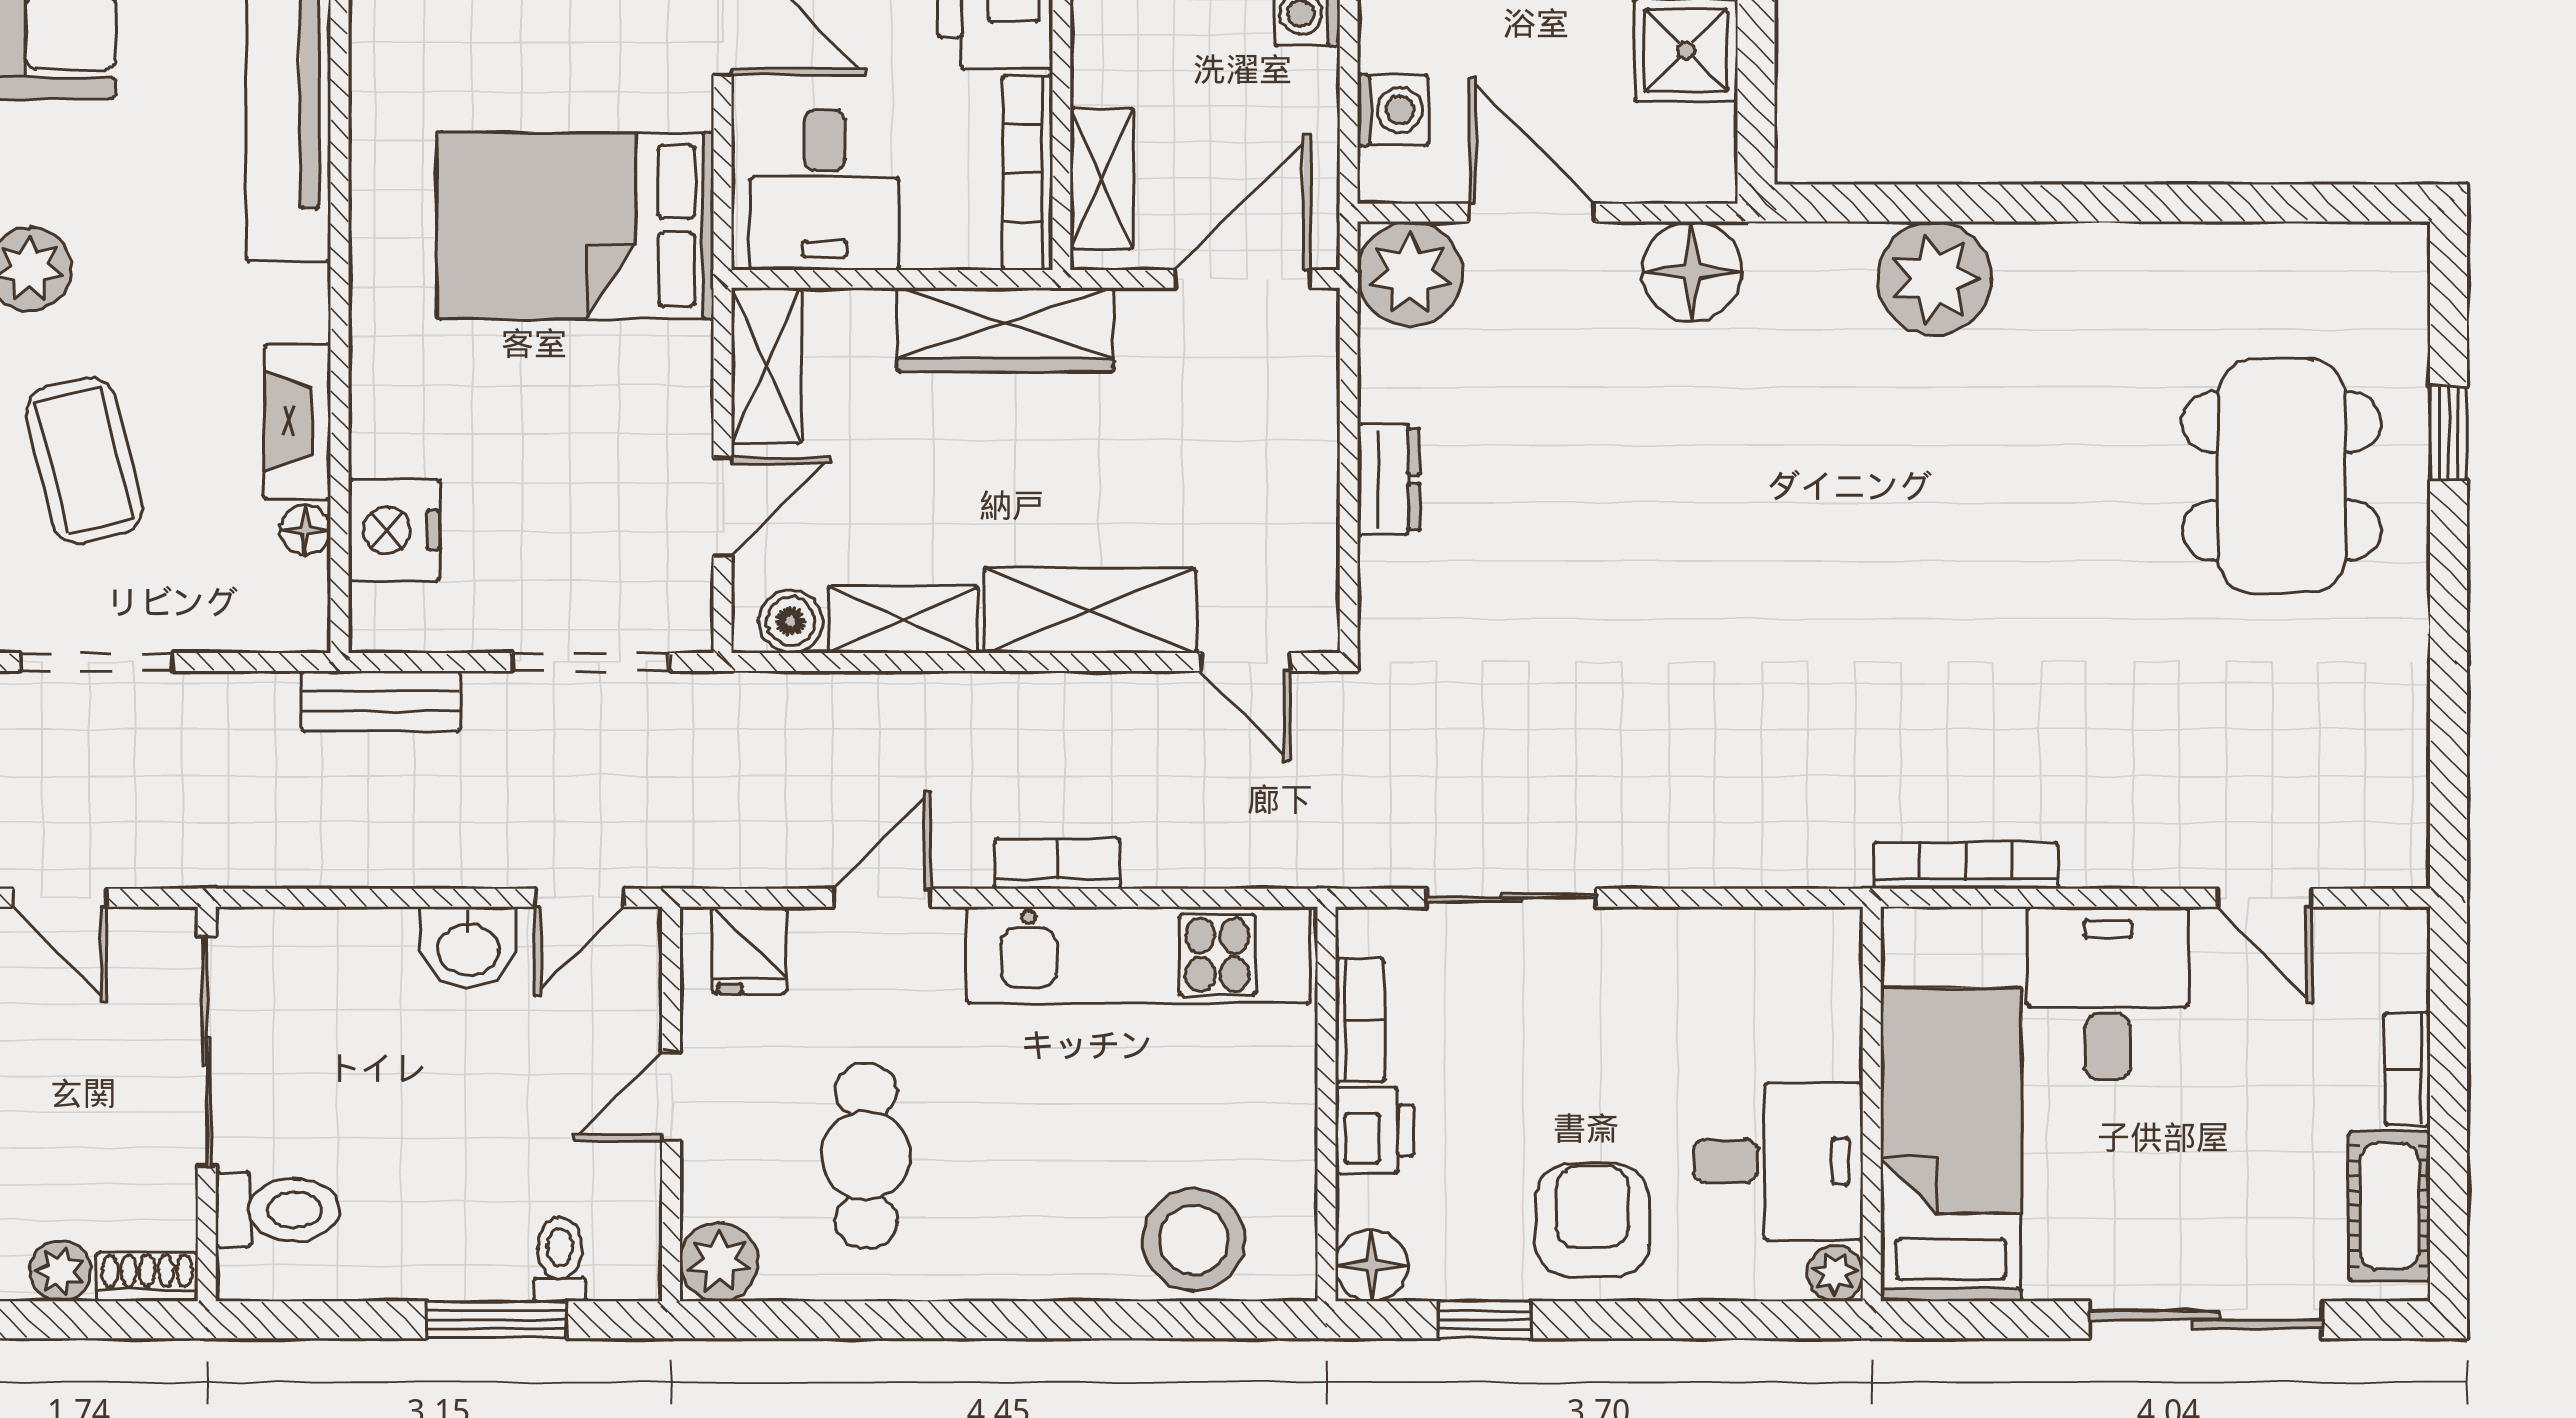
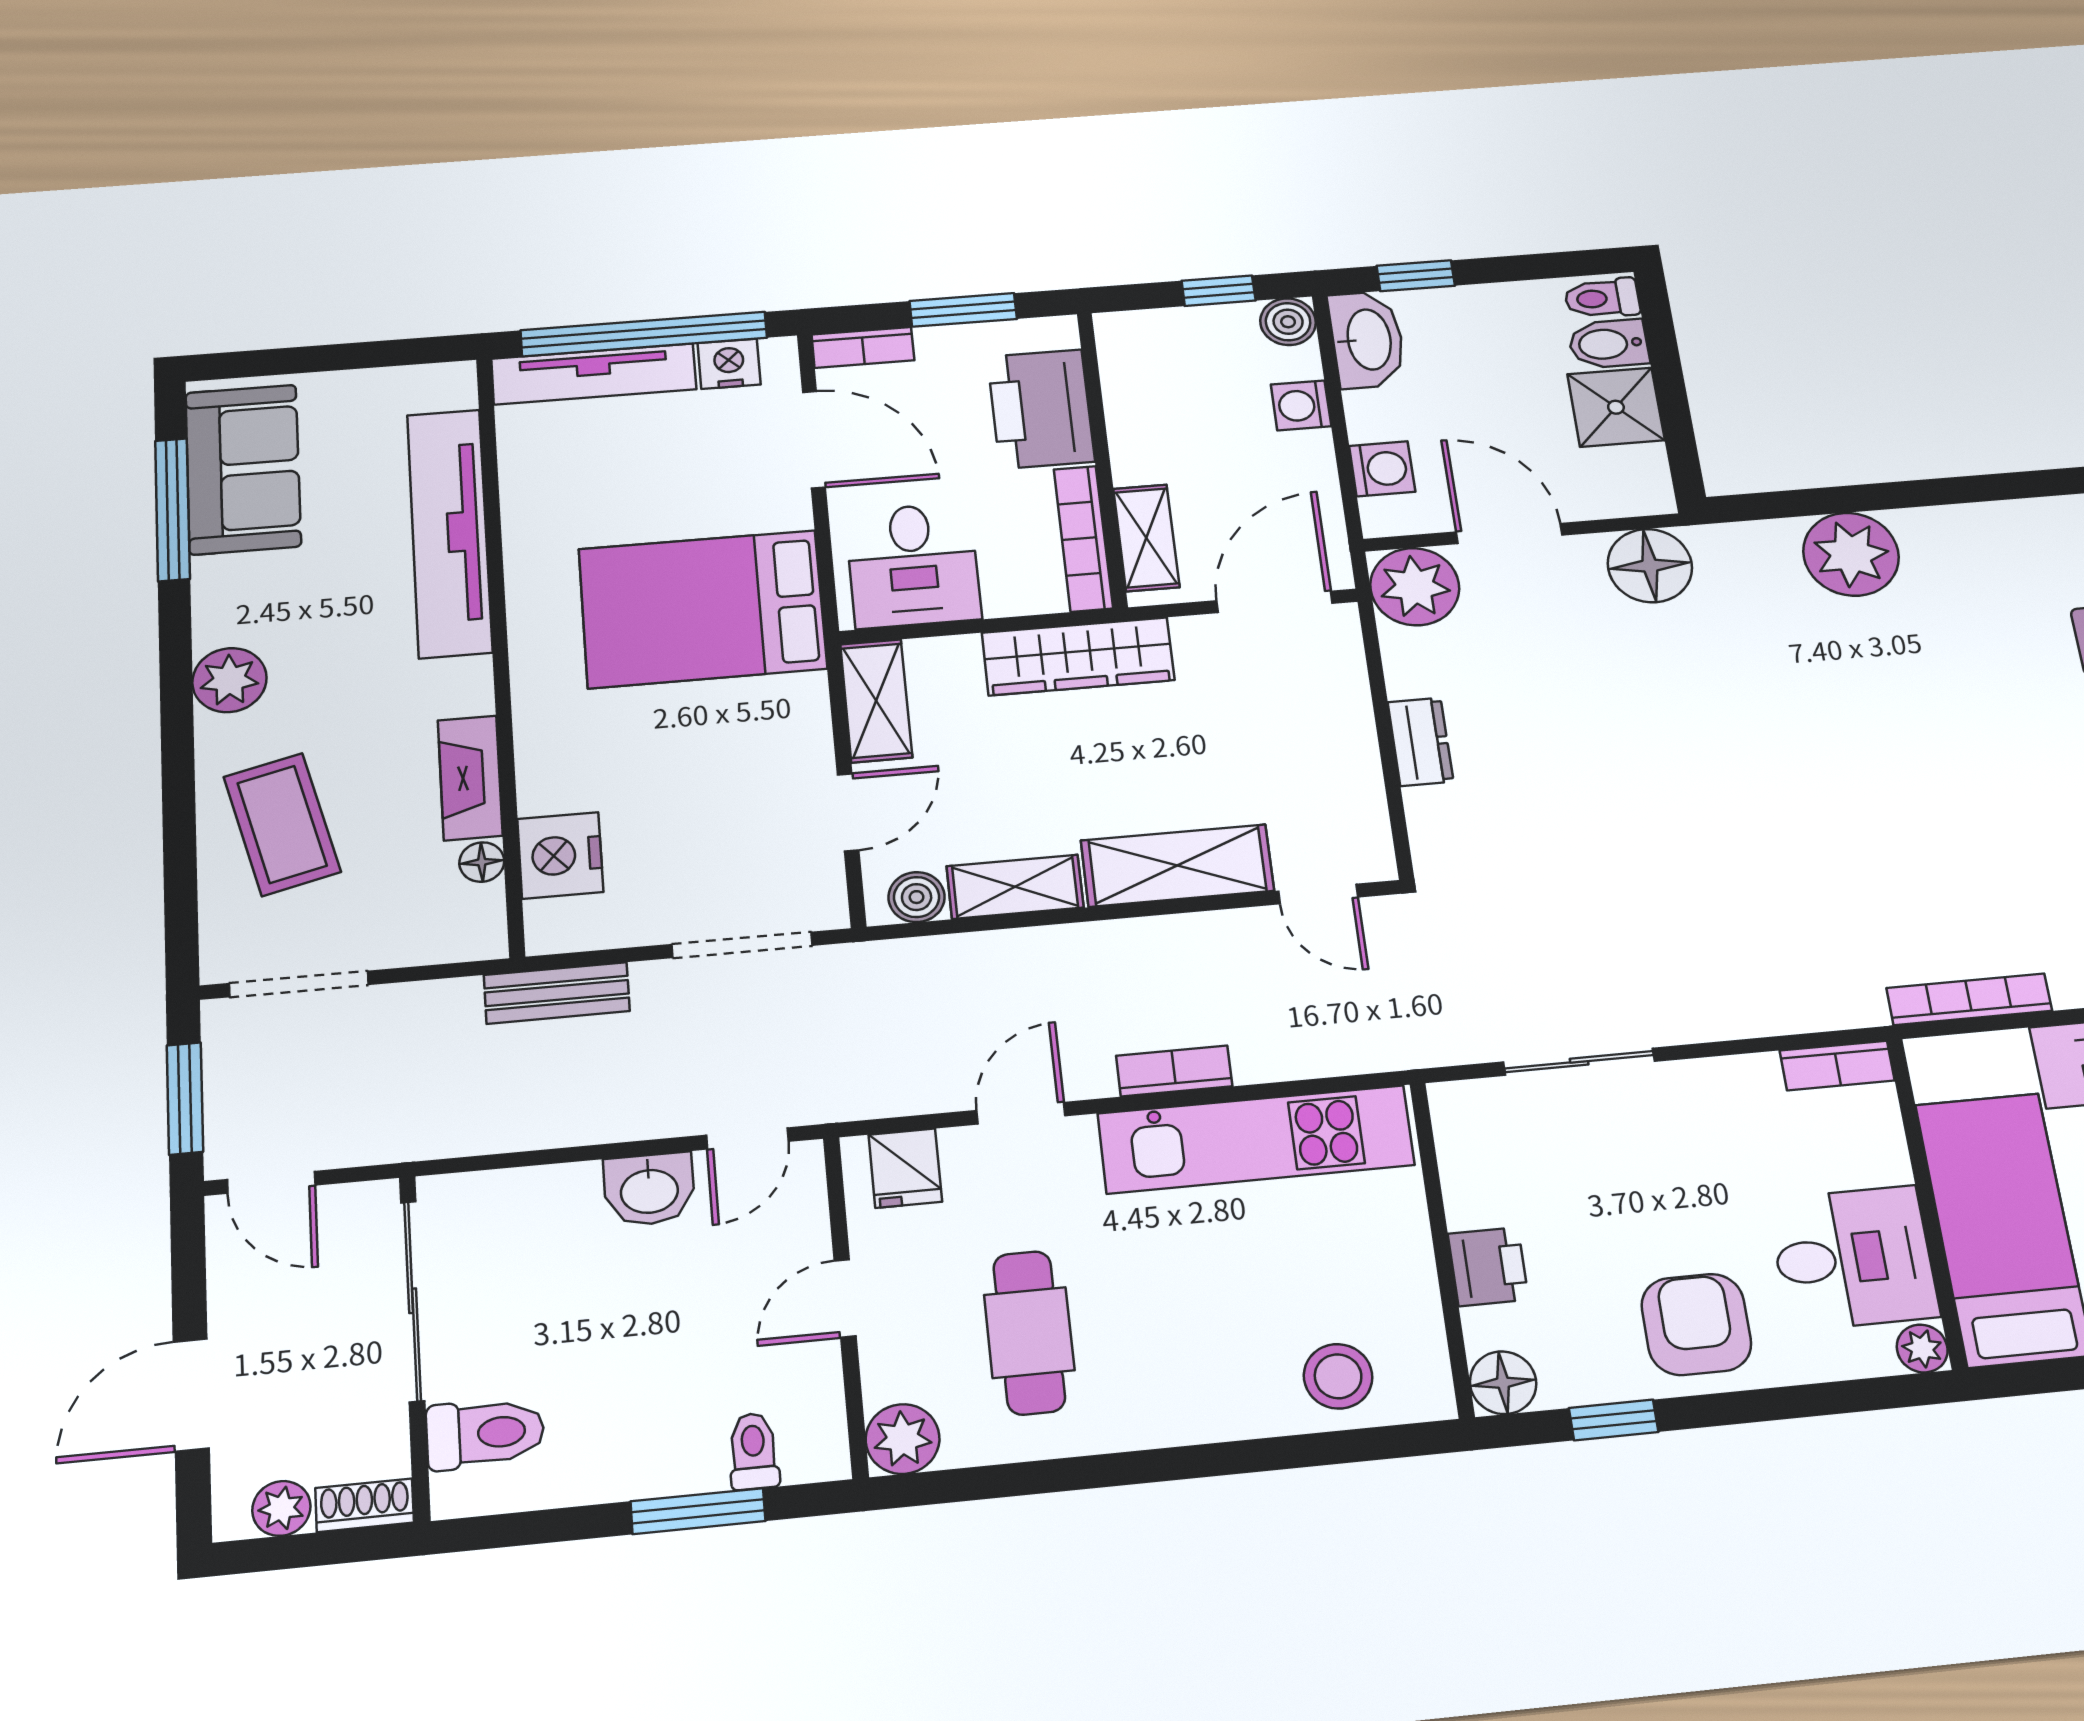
bookcase: (1360, 1020) -> (1837, 1066), moved, turned 90
stool: (1194, 1240) -> (1338, 1376), width x0.73, depth x0.73

